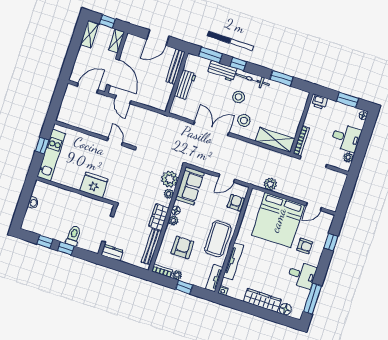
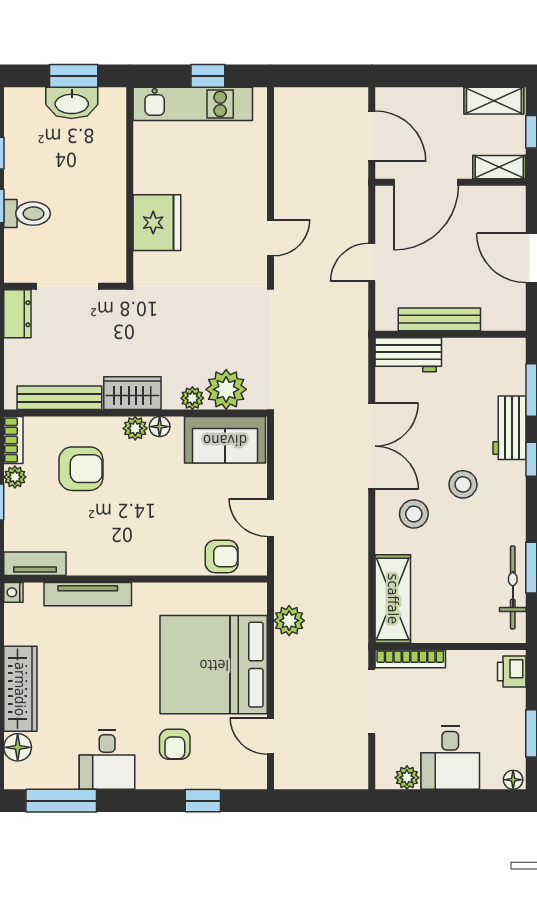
bench: (175, 67) -> (439, 319), moved
bicycle: (253, 80) -> (513, 587), moved
workbench: (185, 85) -> (408, 355), moved
door: (123, 99) -> (372, 262), moved
window: (25, 199) -> (74, 76), added
washbasin: (33, 203) -> (72, 103), width x1.91, depth x1.45
coffee table: (218, 239) -> (127, 543), removed

